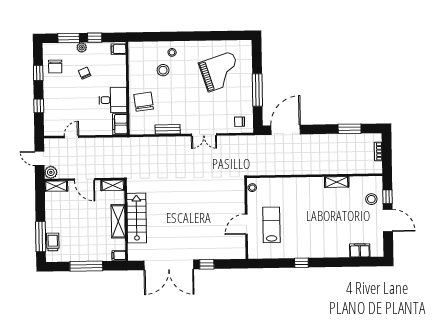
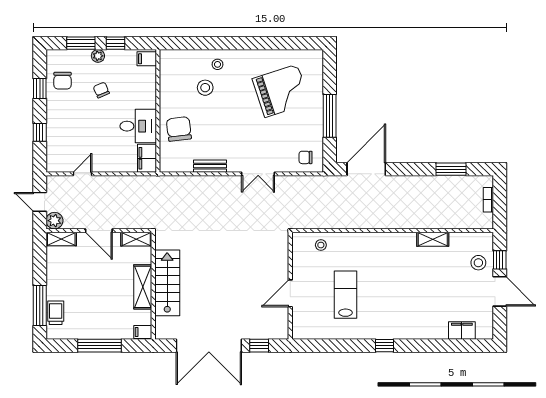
wall: (246, 218) -> (290, 286), moved
door: (246, 224) -> (290, 293), moved

